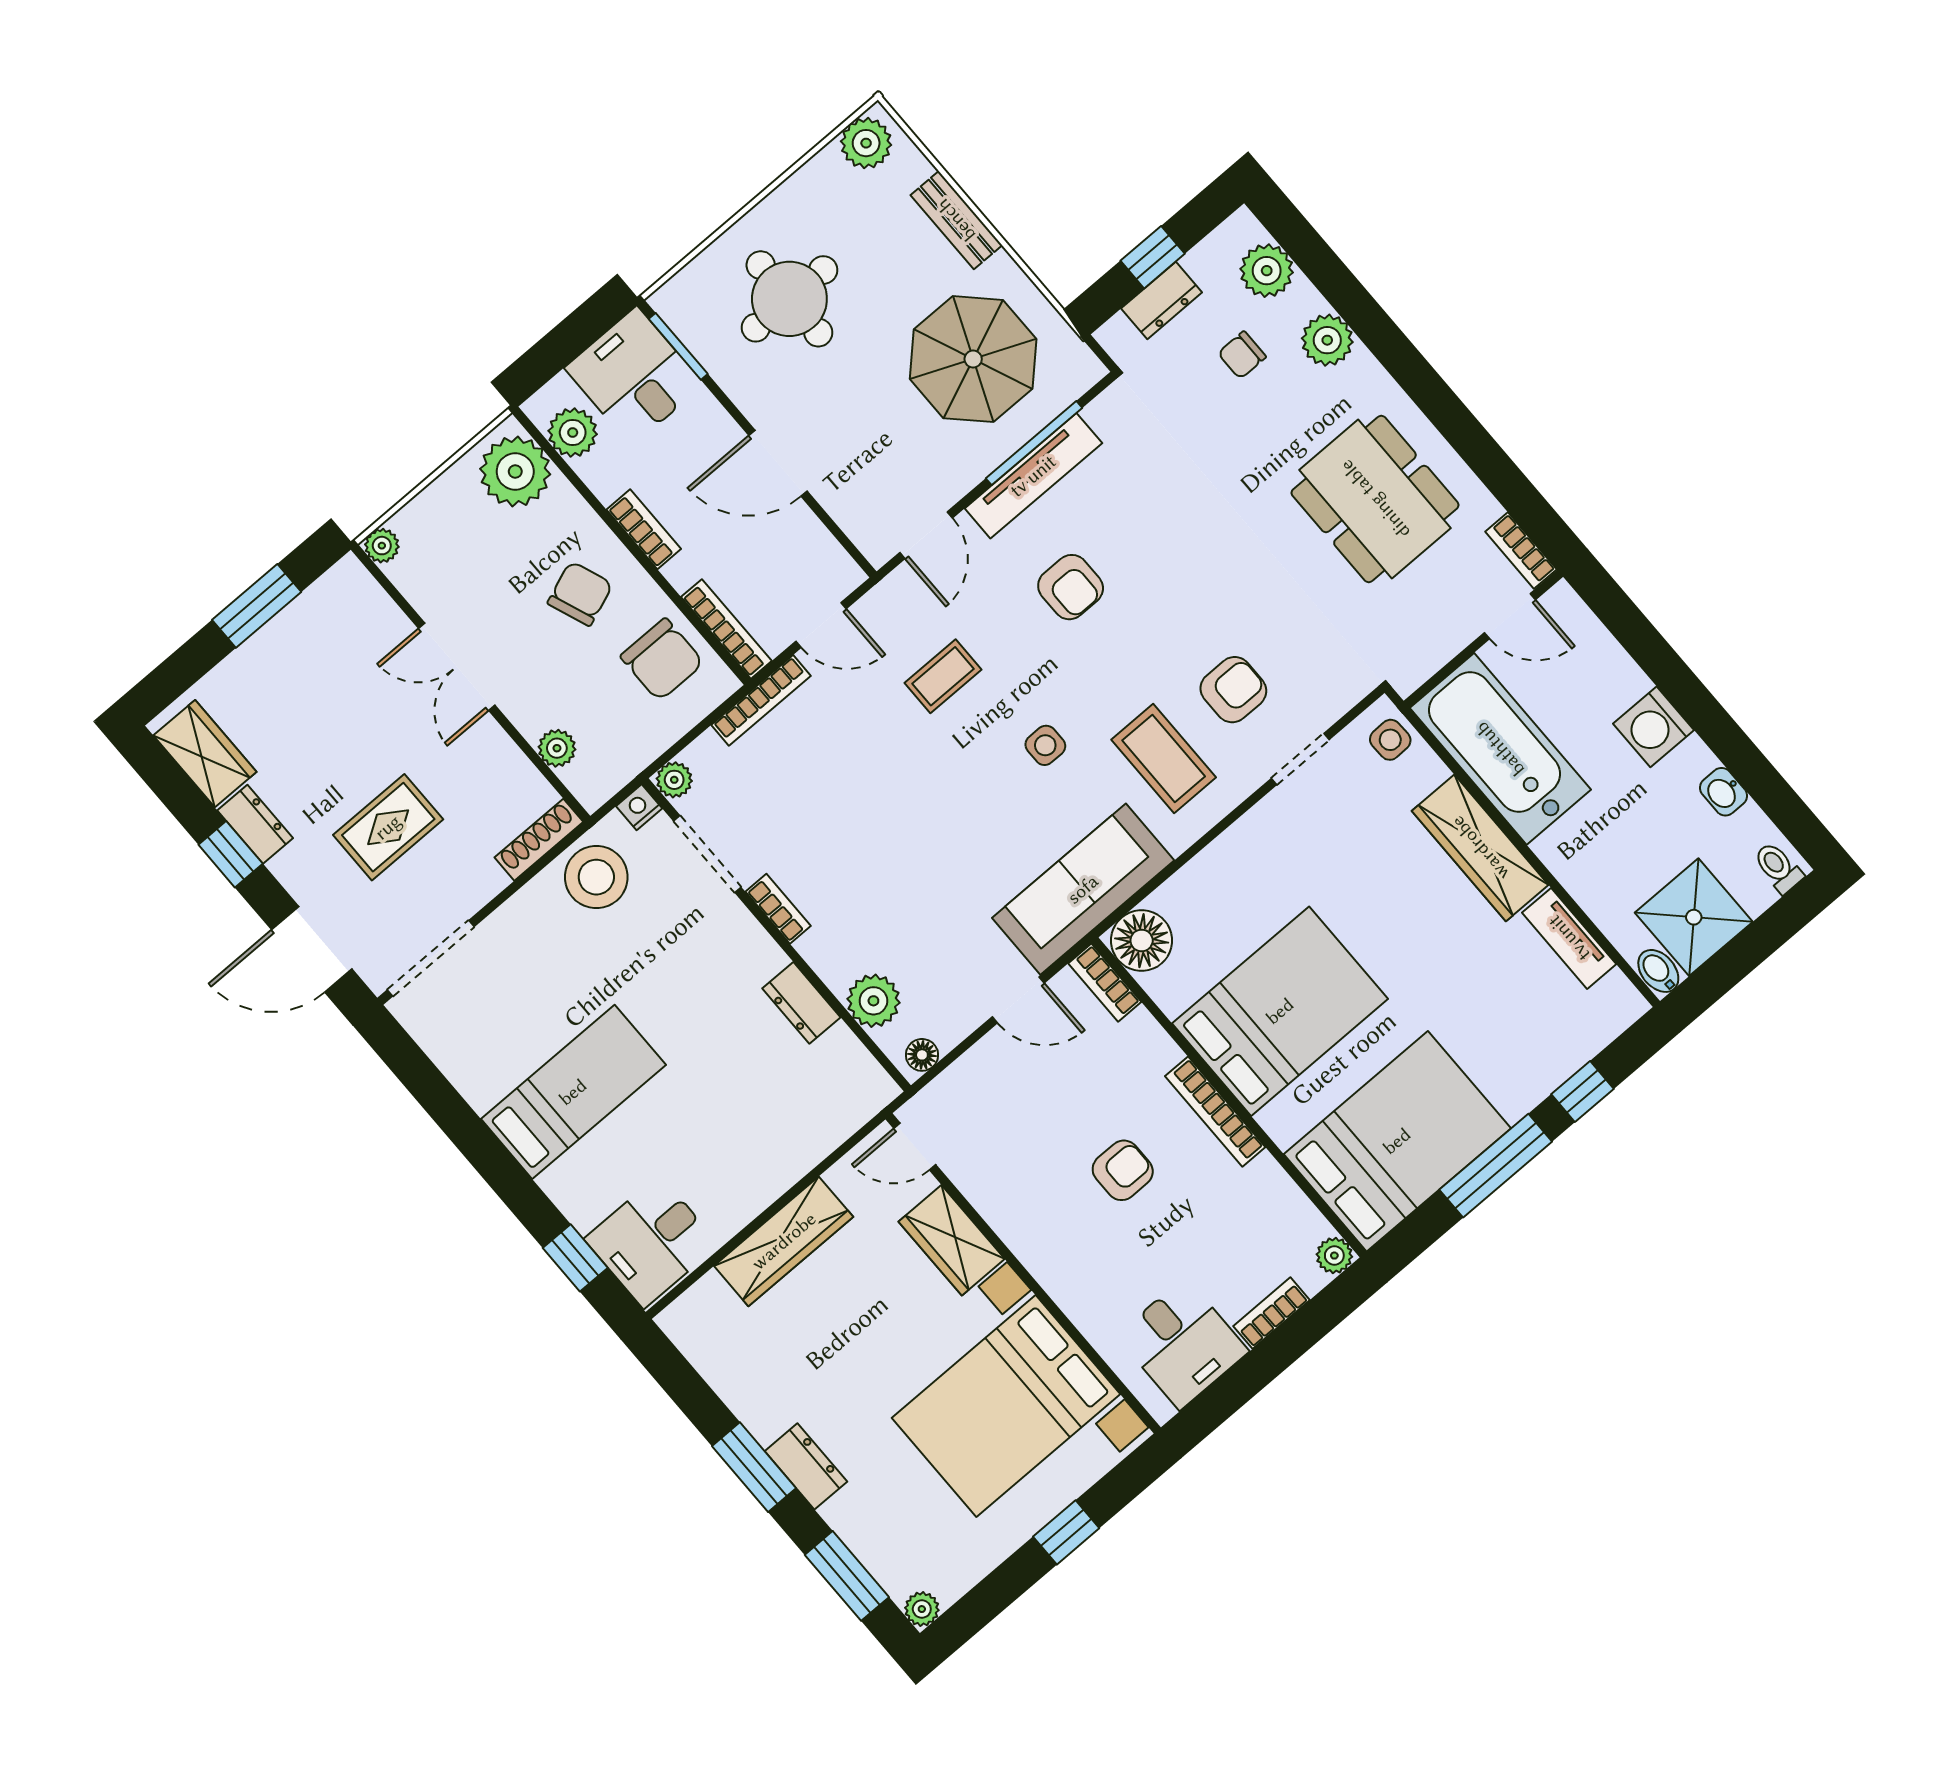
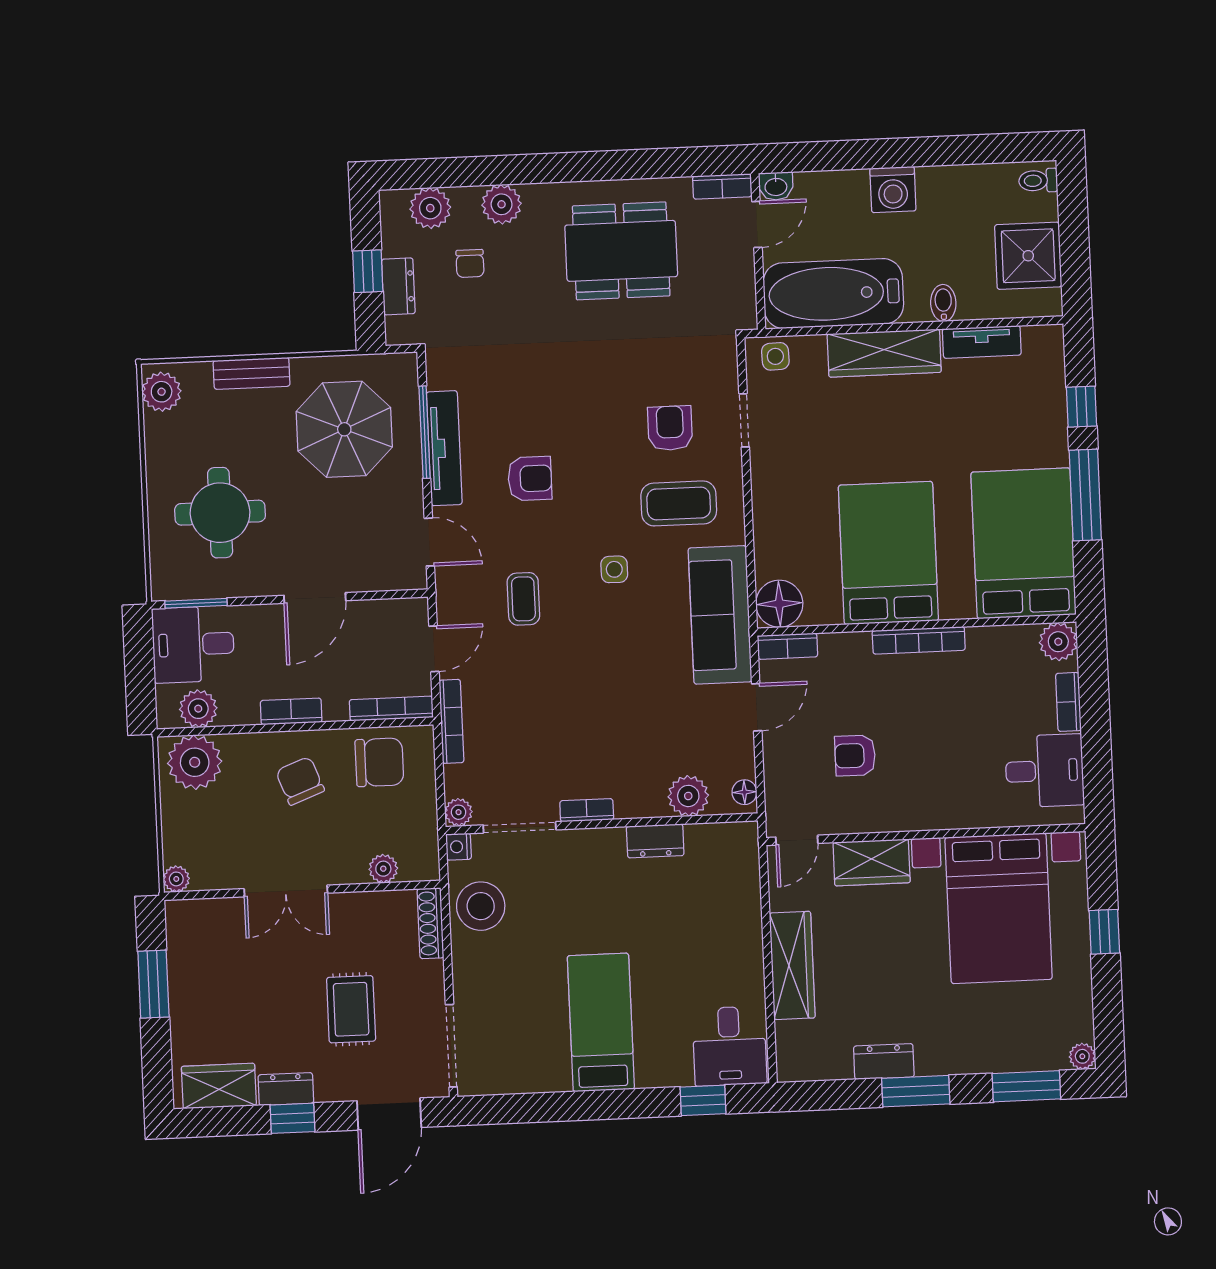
washbasin: (1723, 792) -> (776, 186), moved
bidet: (1658, 971) -> (943, 303), moved, turned 90
armchair: (1123, 1170) -> (855, 755), moved, turned -90
plant: (1334, 1256) -> (1058, 642), width x1.38, depth x1.38
dresser: (806, 1466) -> (884, 1062), moved

